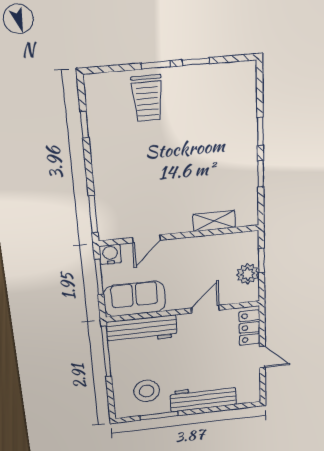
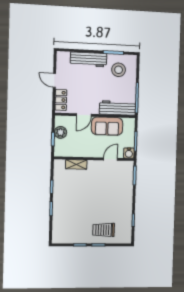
trolley: (147, 98) -> (104, 230), turned -90
sofa: (135, 299) -> (107, 126), moved

